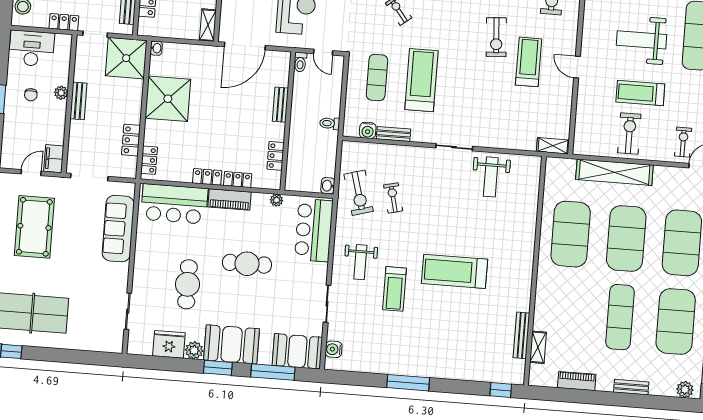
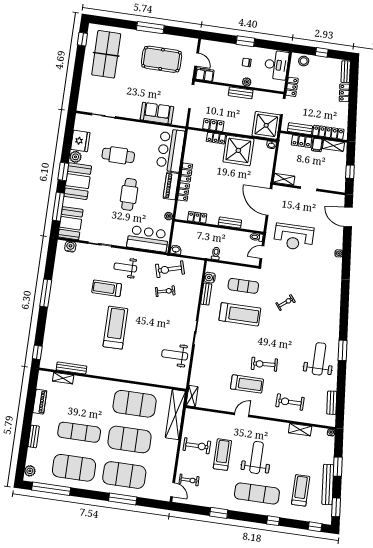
locker: (149, 160) -> (216, 138), moved
shelving: (614, 172) -> (175, 415), moved
sofa: (118, 229) -> (157, 113), width x0.73

